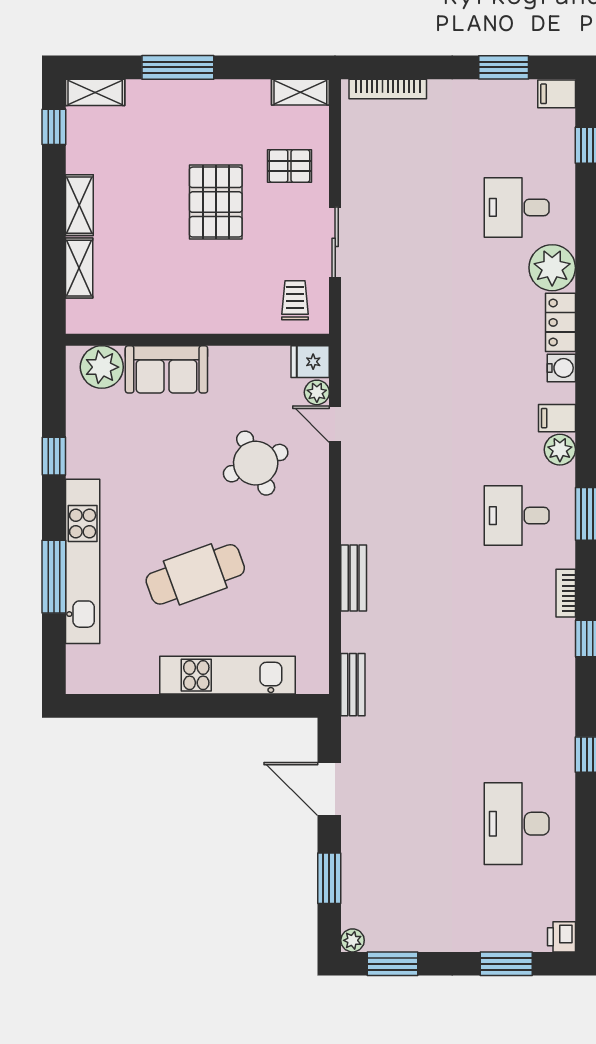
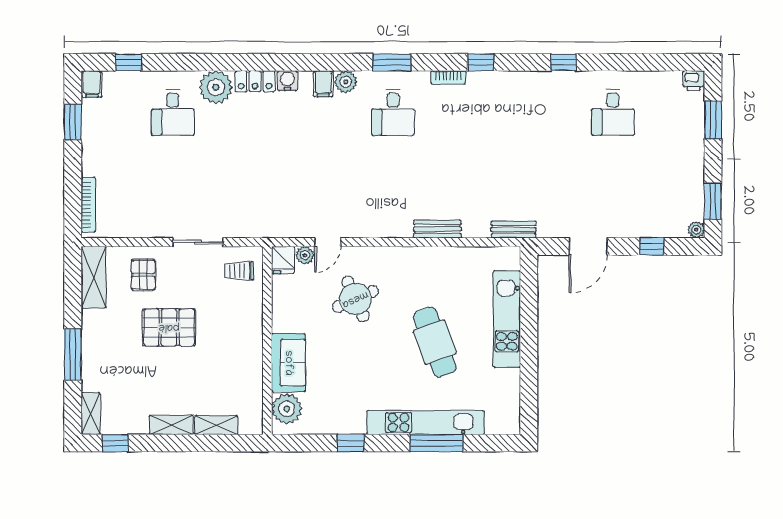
shelving: (300, 92) -> (94, 277), width x1.50, depth x1.33
desk: (517, 824) -> (613, 113), width x0.73
window: (329, 878) -> (652, 246), width x0.67

